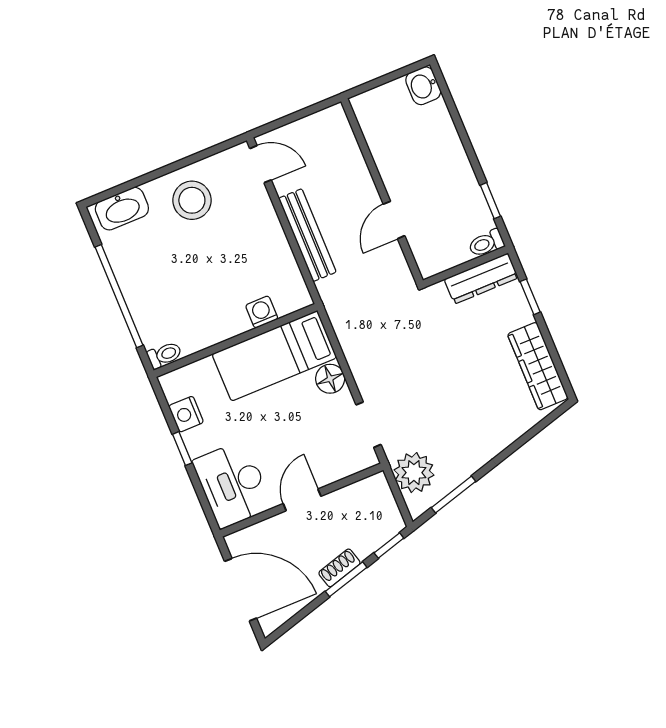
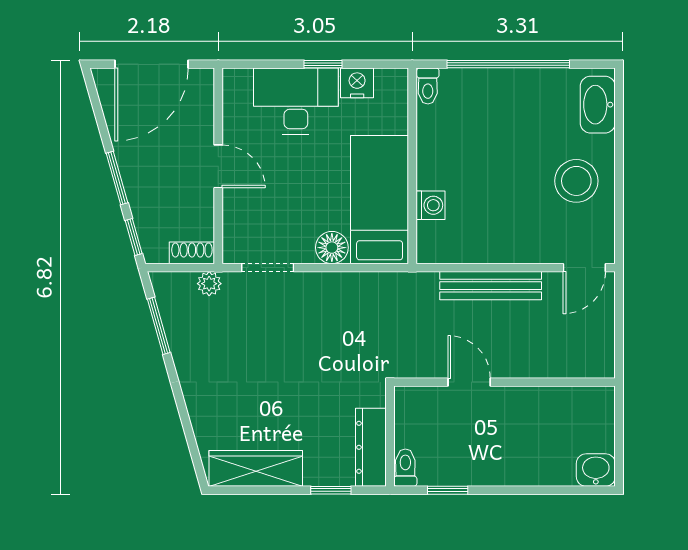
plant: (414, 473) -> (209, 284), width x0.53, depth x0.53
desk: (233, 484) -> (296, 101), moved
shoe rack: (339, 568) -> (192, 253), moved, turned -74

